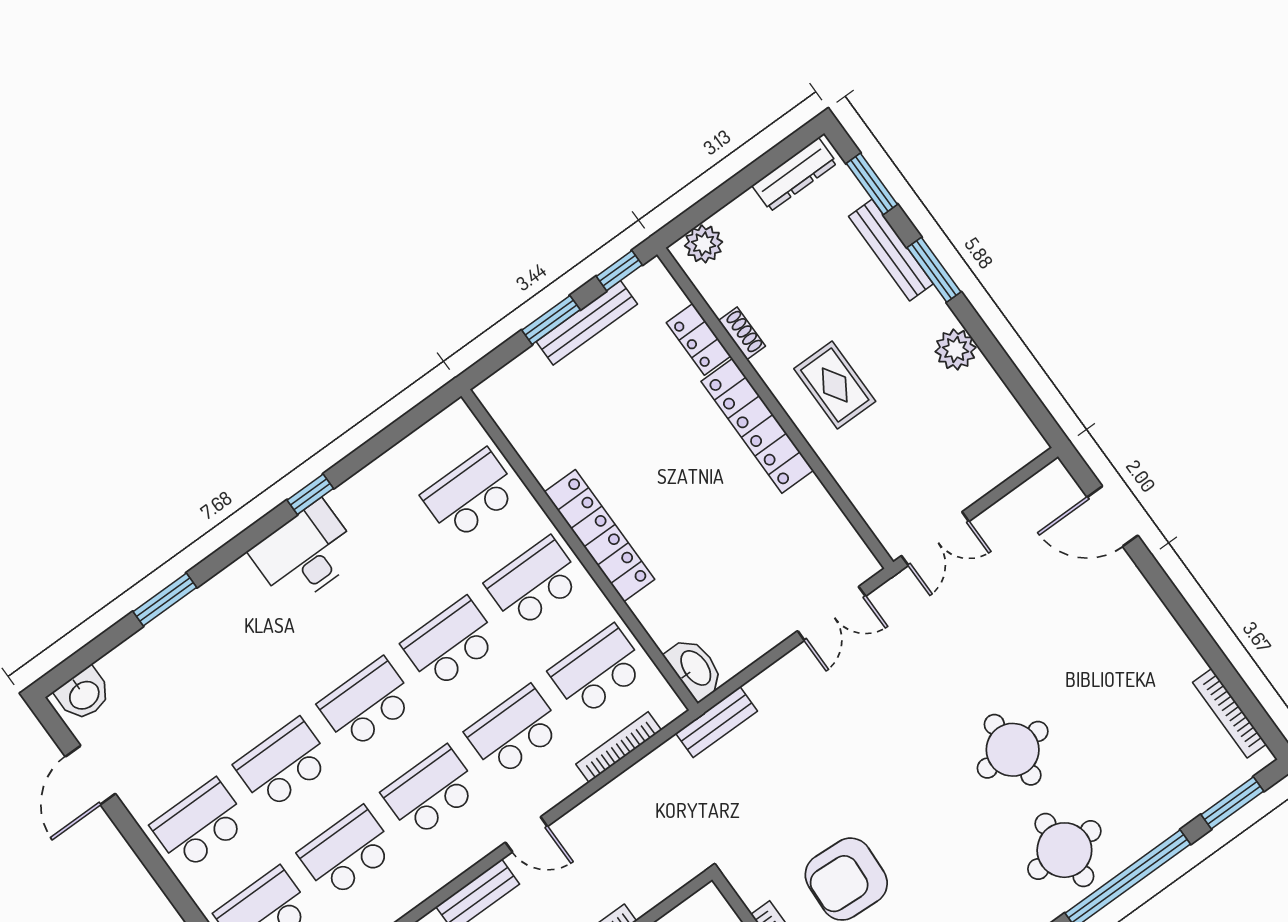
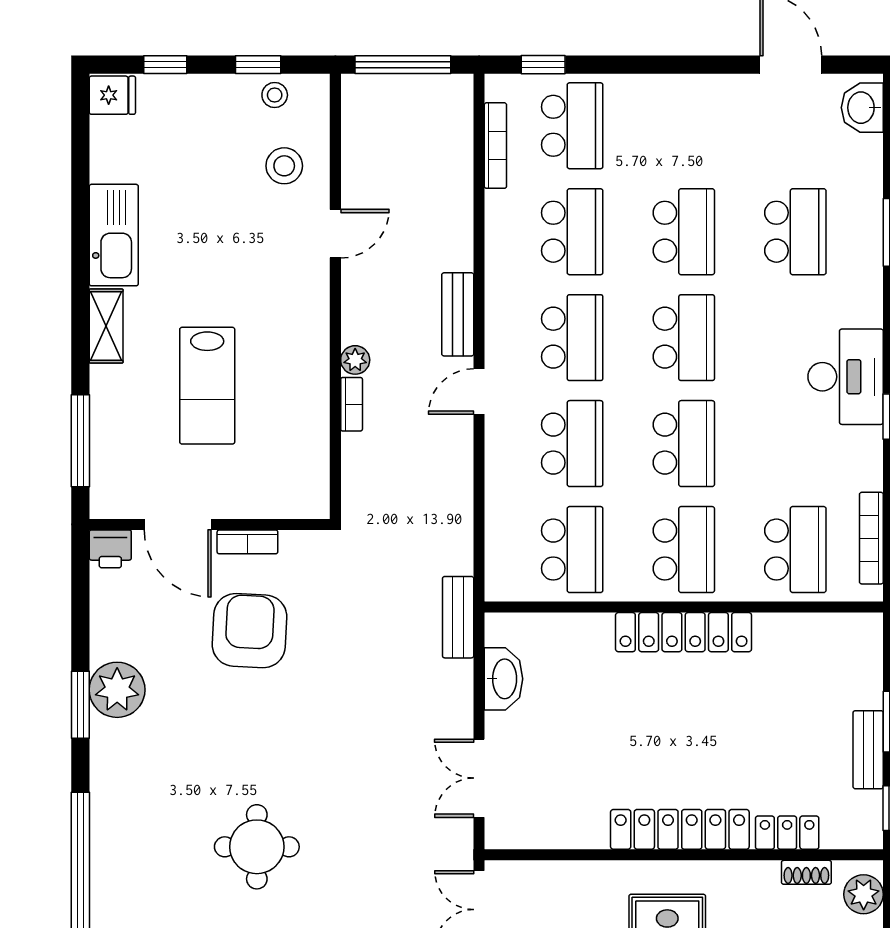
bench: (587, 323) -> (868, 750), width x0.73
shoe rack: (742, 333) -> (806, 872), moved
washbasin: (695, 669) -> (503, 679), moved, turned -90
bookcase: (619, 747) -> (871, 538), moved, turned 180
school desk: (200, 825) -> (795, 232), moved
round table: (1064, 850) -> (142, 830), removed

